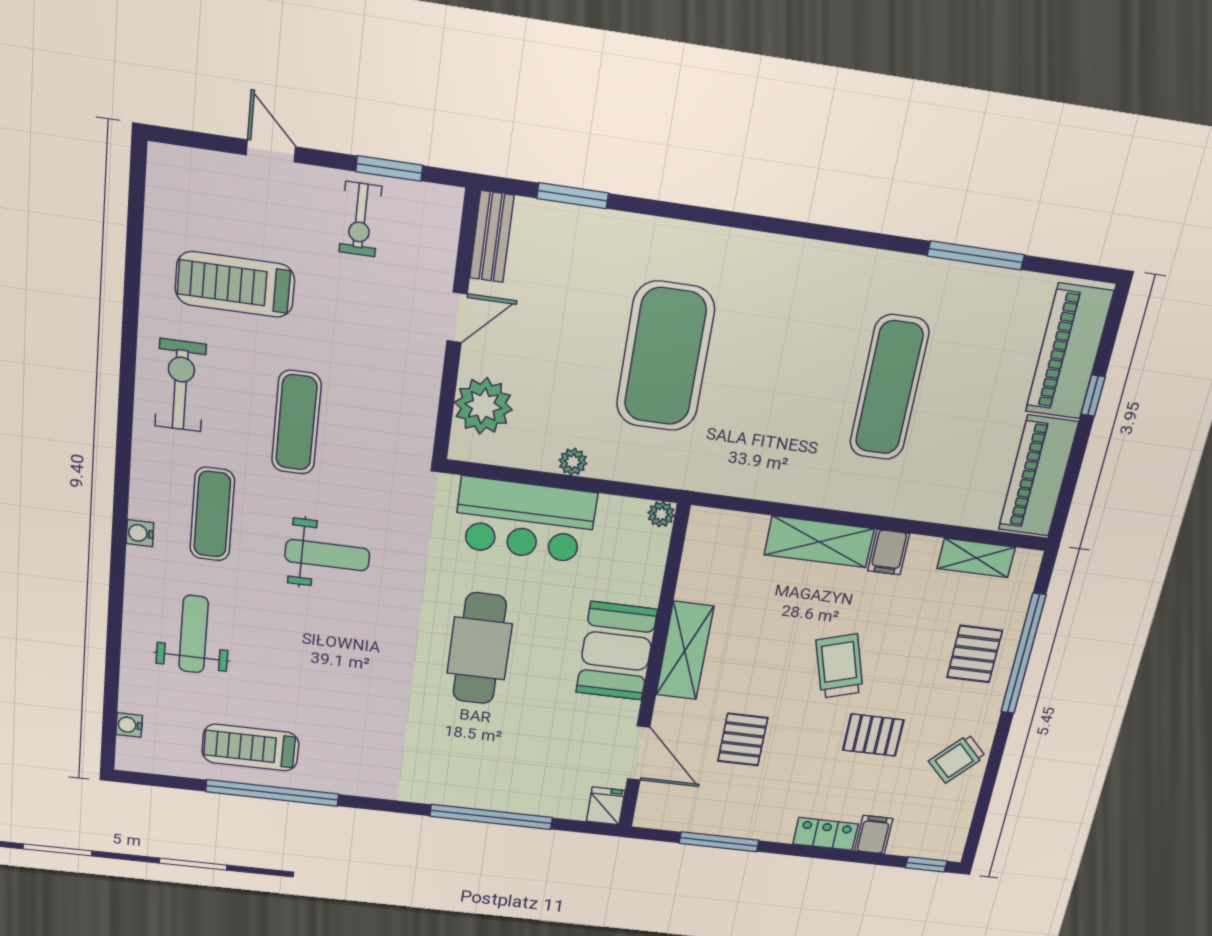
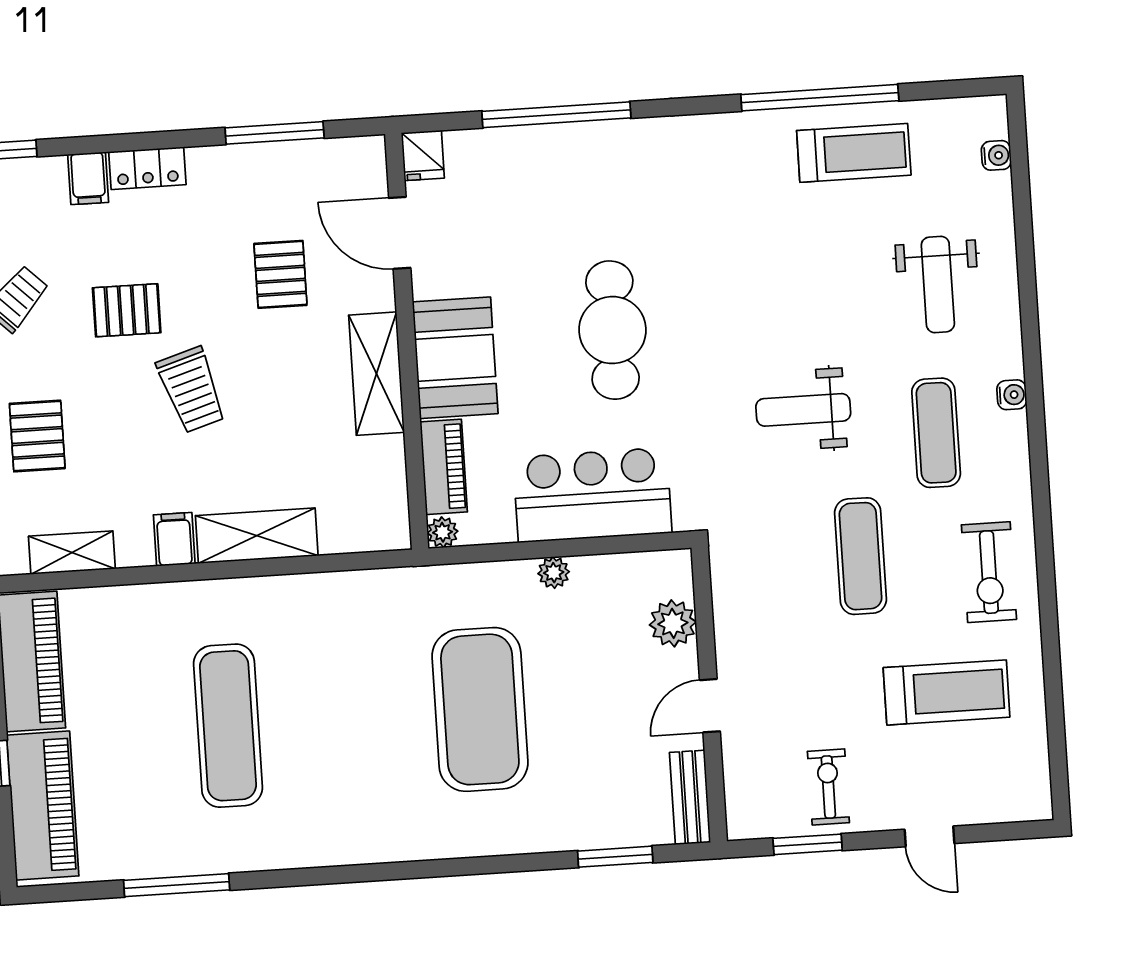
plant: (483, 406) -> (673, 623), width x0.73, depth x0.73
piano: (647, 567) -> (444, 467), added

